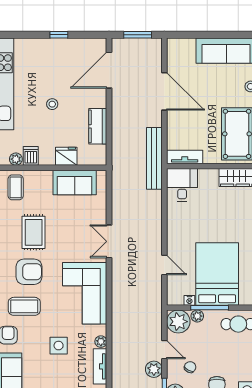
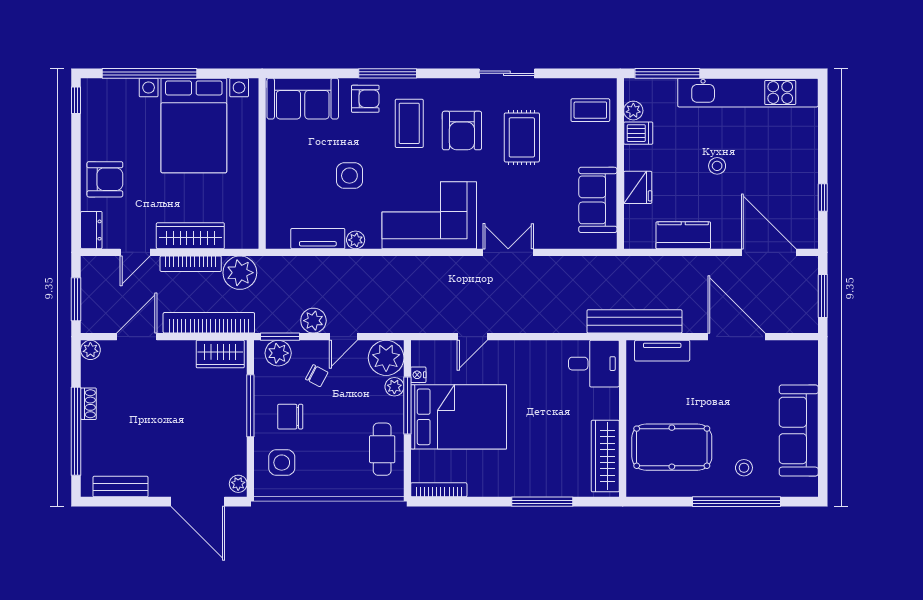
window: (59, 35) -> (823, 198), moved
door: (164, 91) -> (736, 337), swing flipped
tv unit: (185, 157) -> (662, 351), moved, turned 90
rug: (34, 232) -> (522, 137), turned 90

